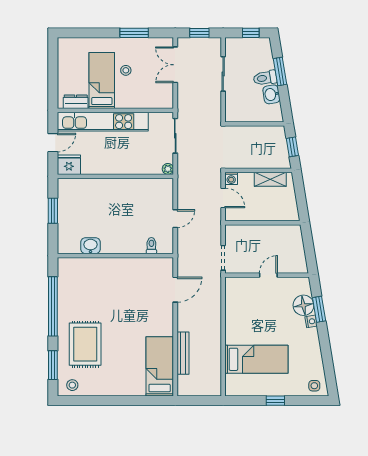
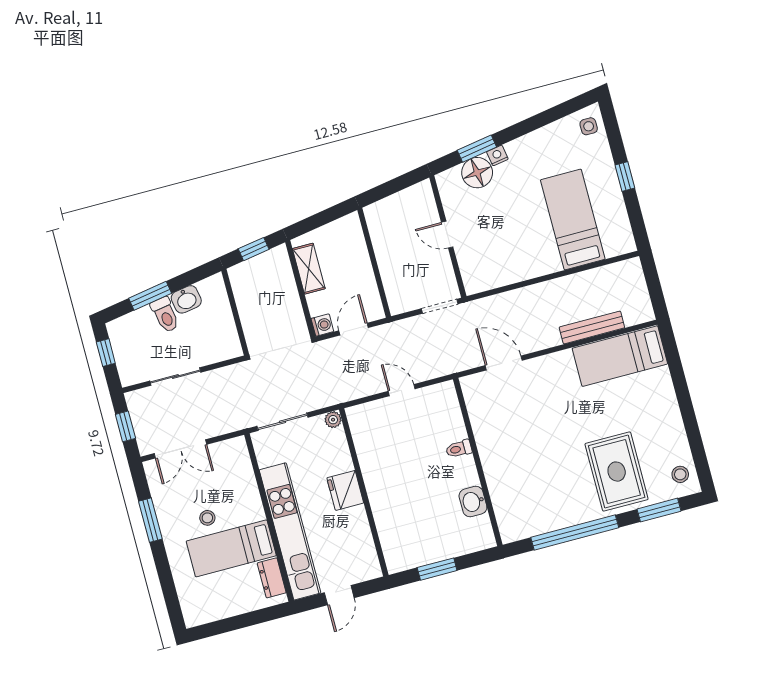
door: (53, 143) -> (339, 595), swing flipped
fridge: (69, 165) -> (345, 490), moved
toilet: (151, 246) -> (459, 449), moved
rug: (85, 344) -> (617, 472), turned 90

